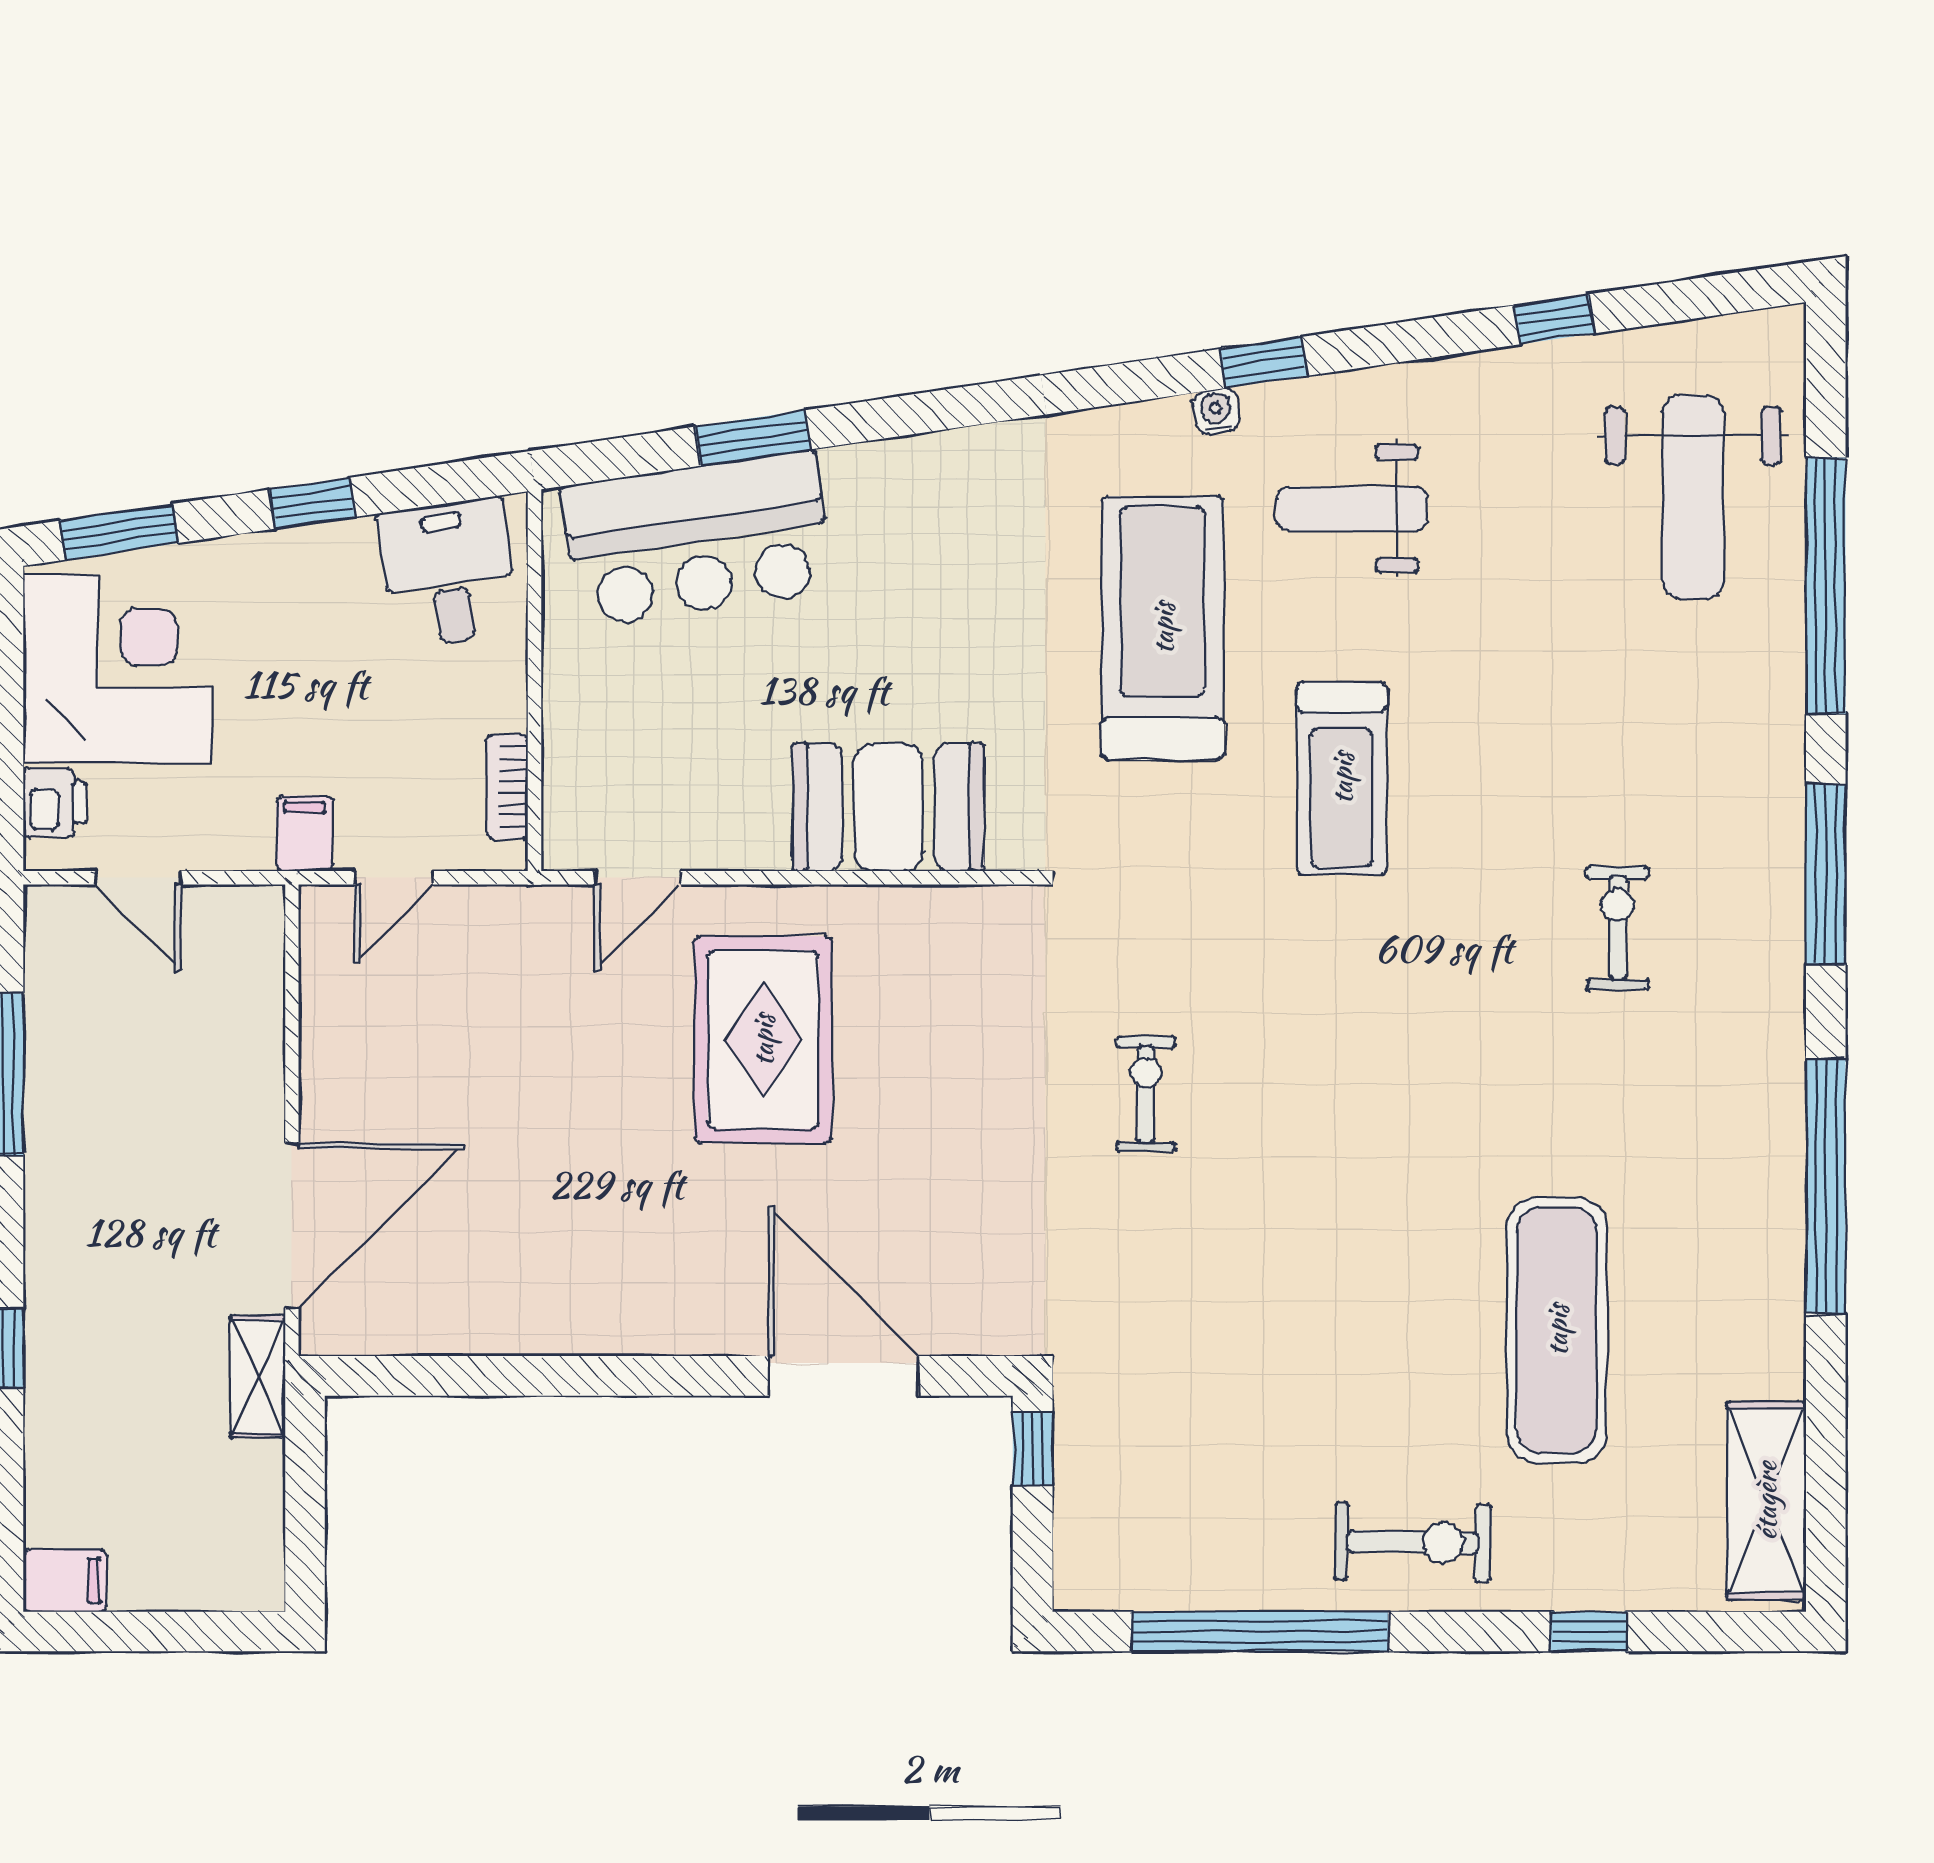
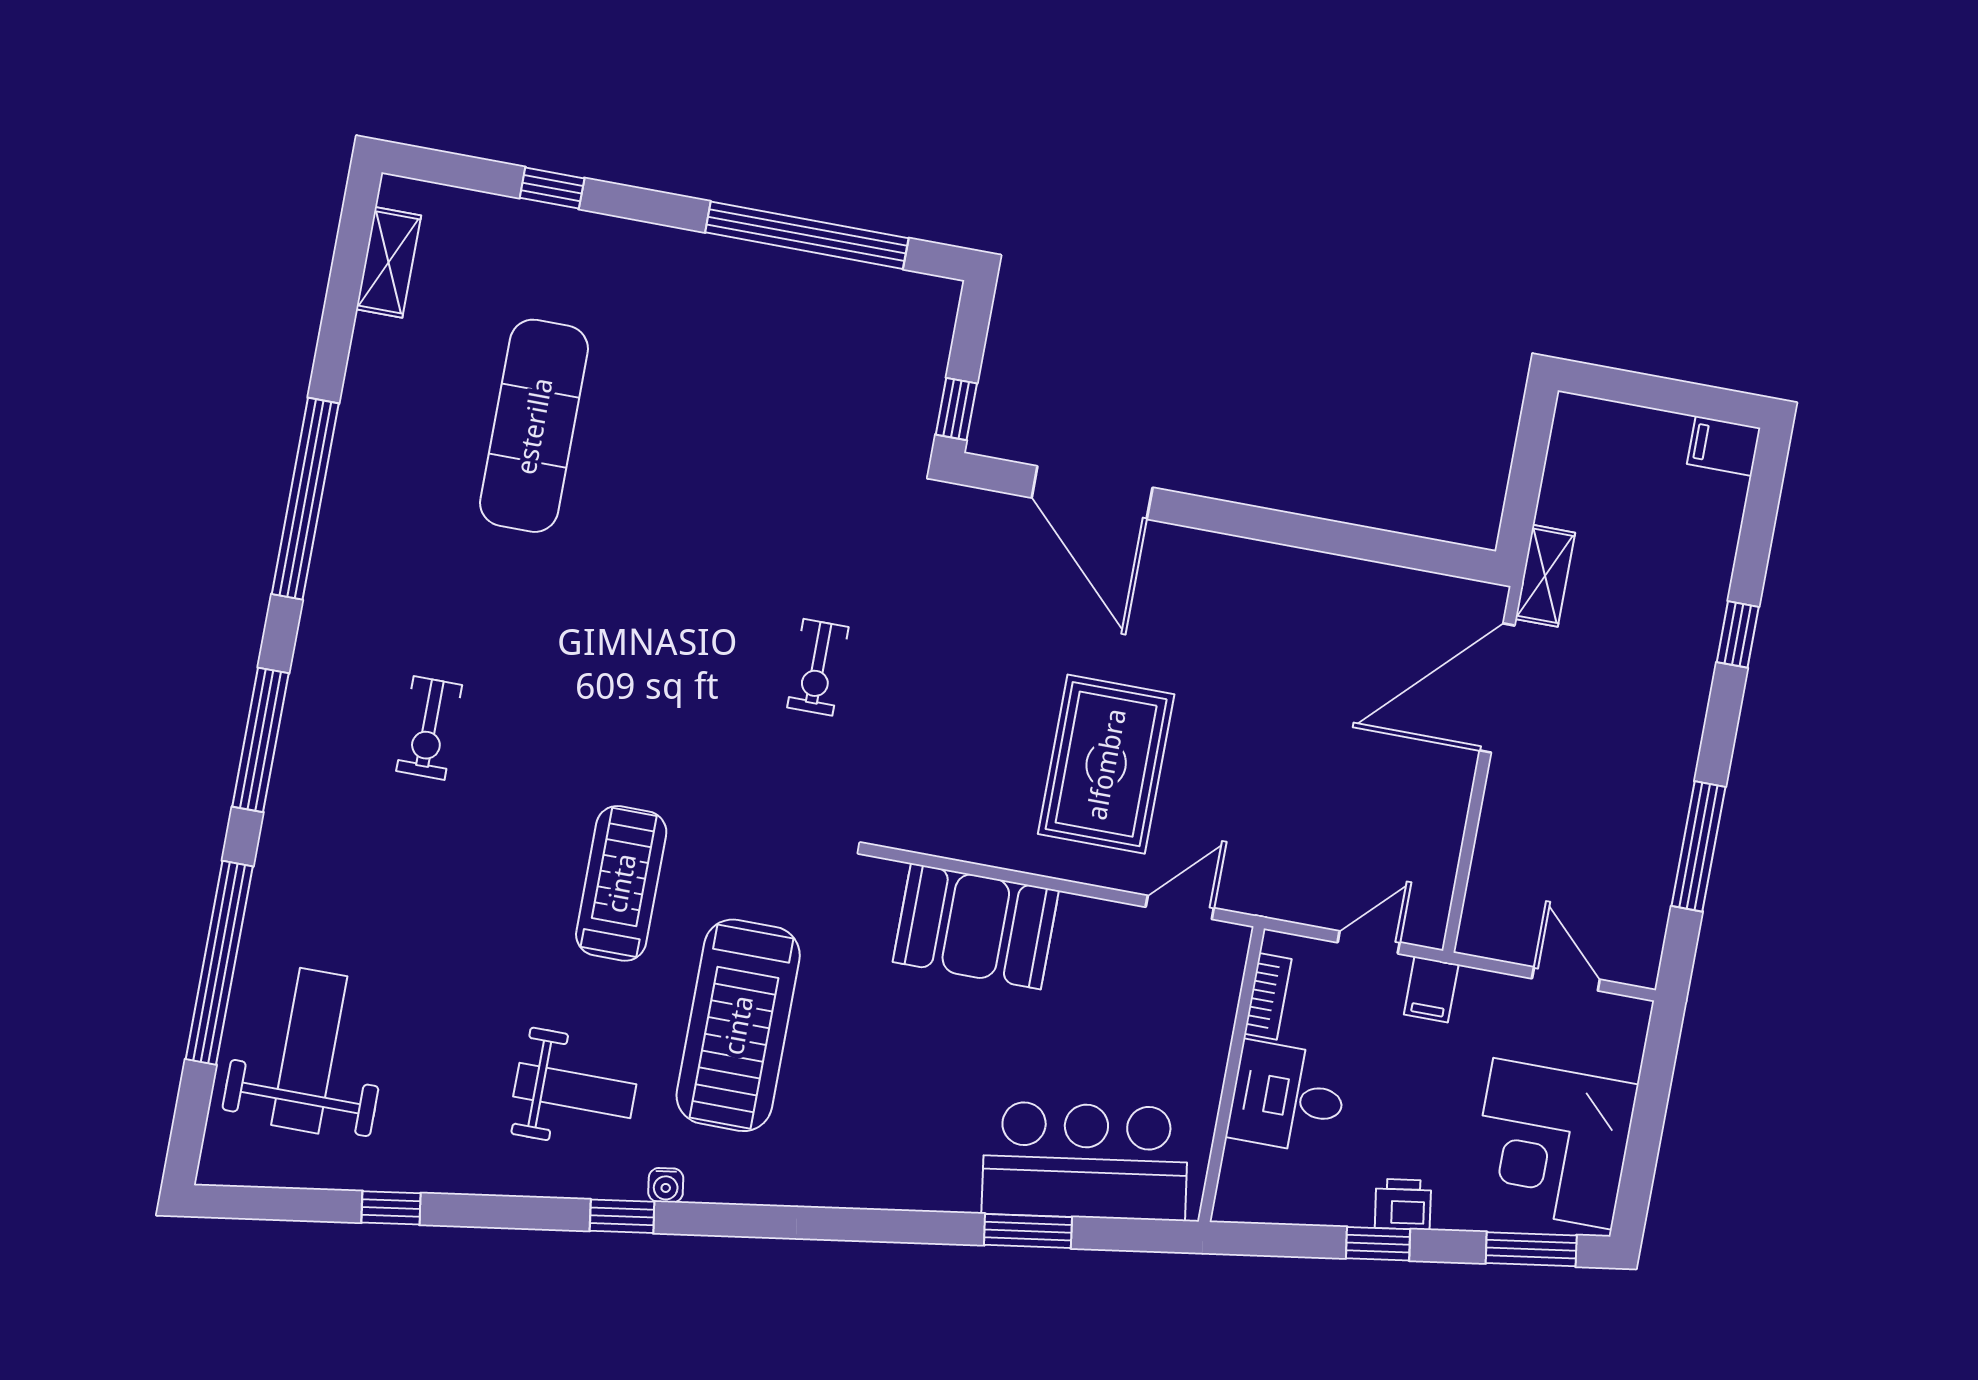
desk: (448, 573) -> (1288, 1097), moved, turned 98
printer: (55, 803) -> (1403, 1204), moved, turned 82
shelving: (1766, 1501) -> (389, 262), width x0.67, depth x0.75
exercise bike: (1413, 1542) -> (675, 282), removed

